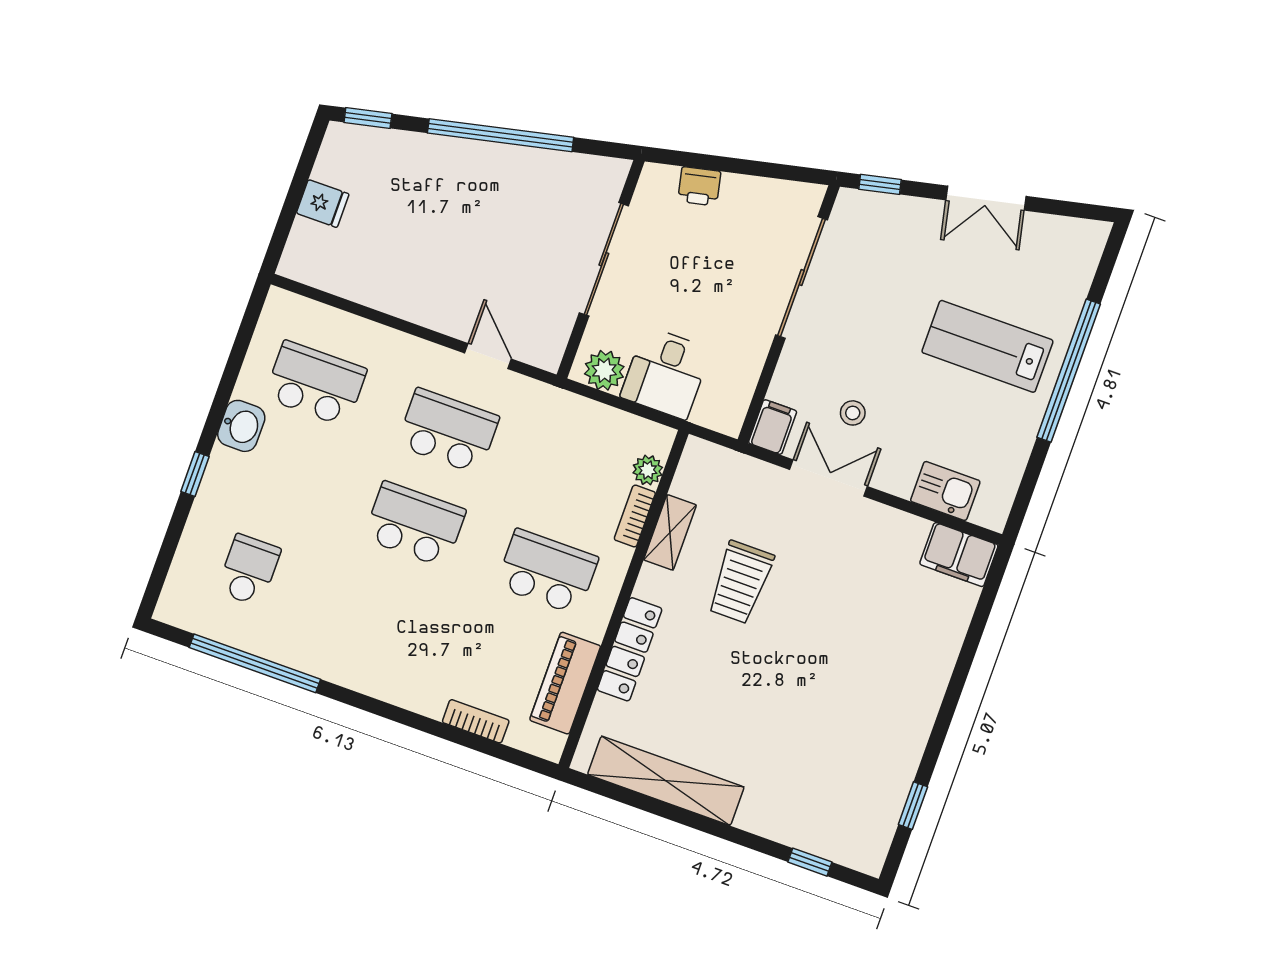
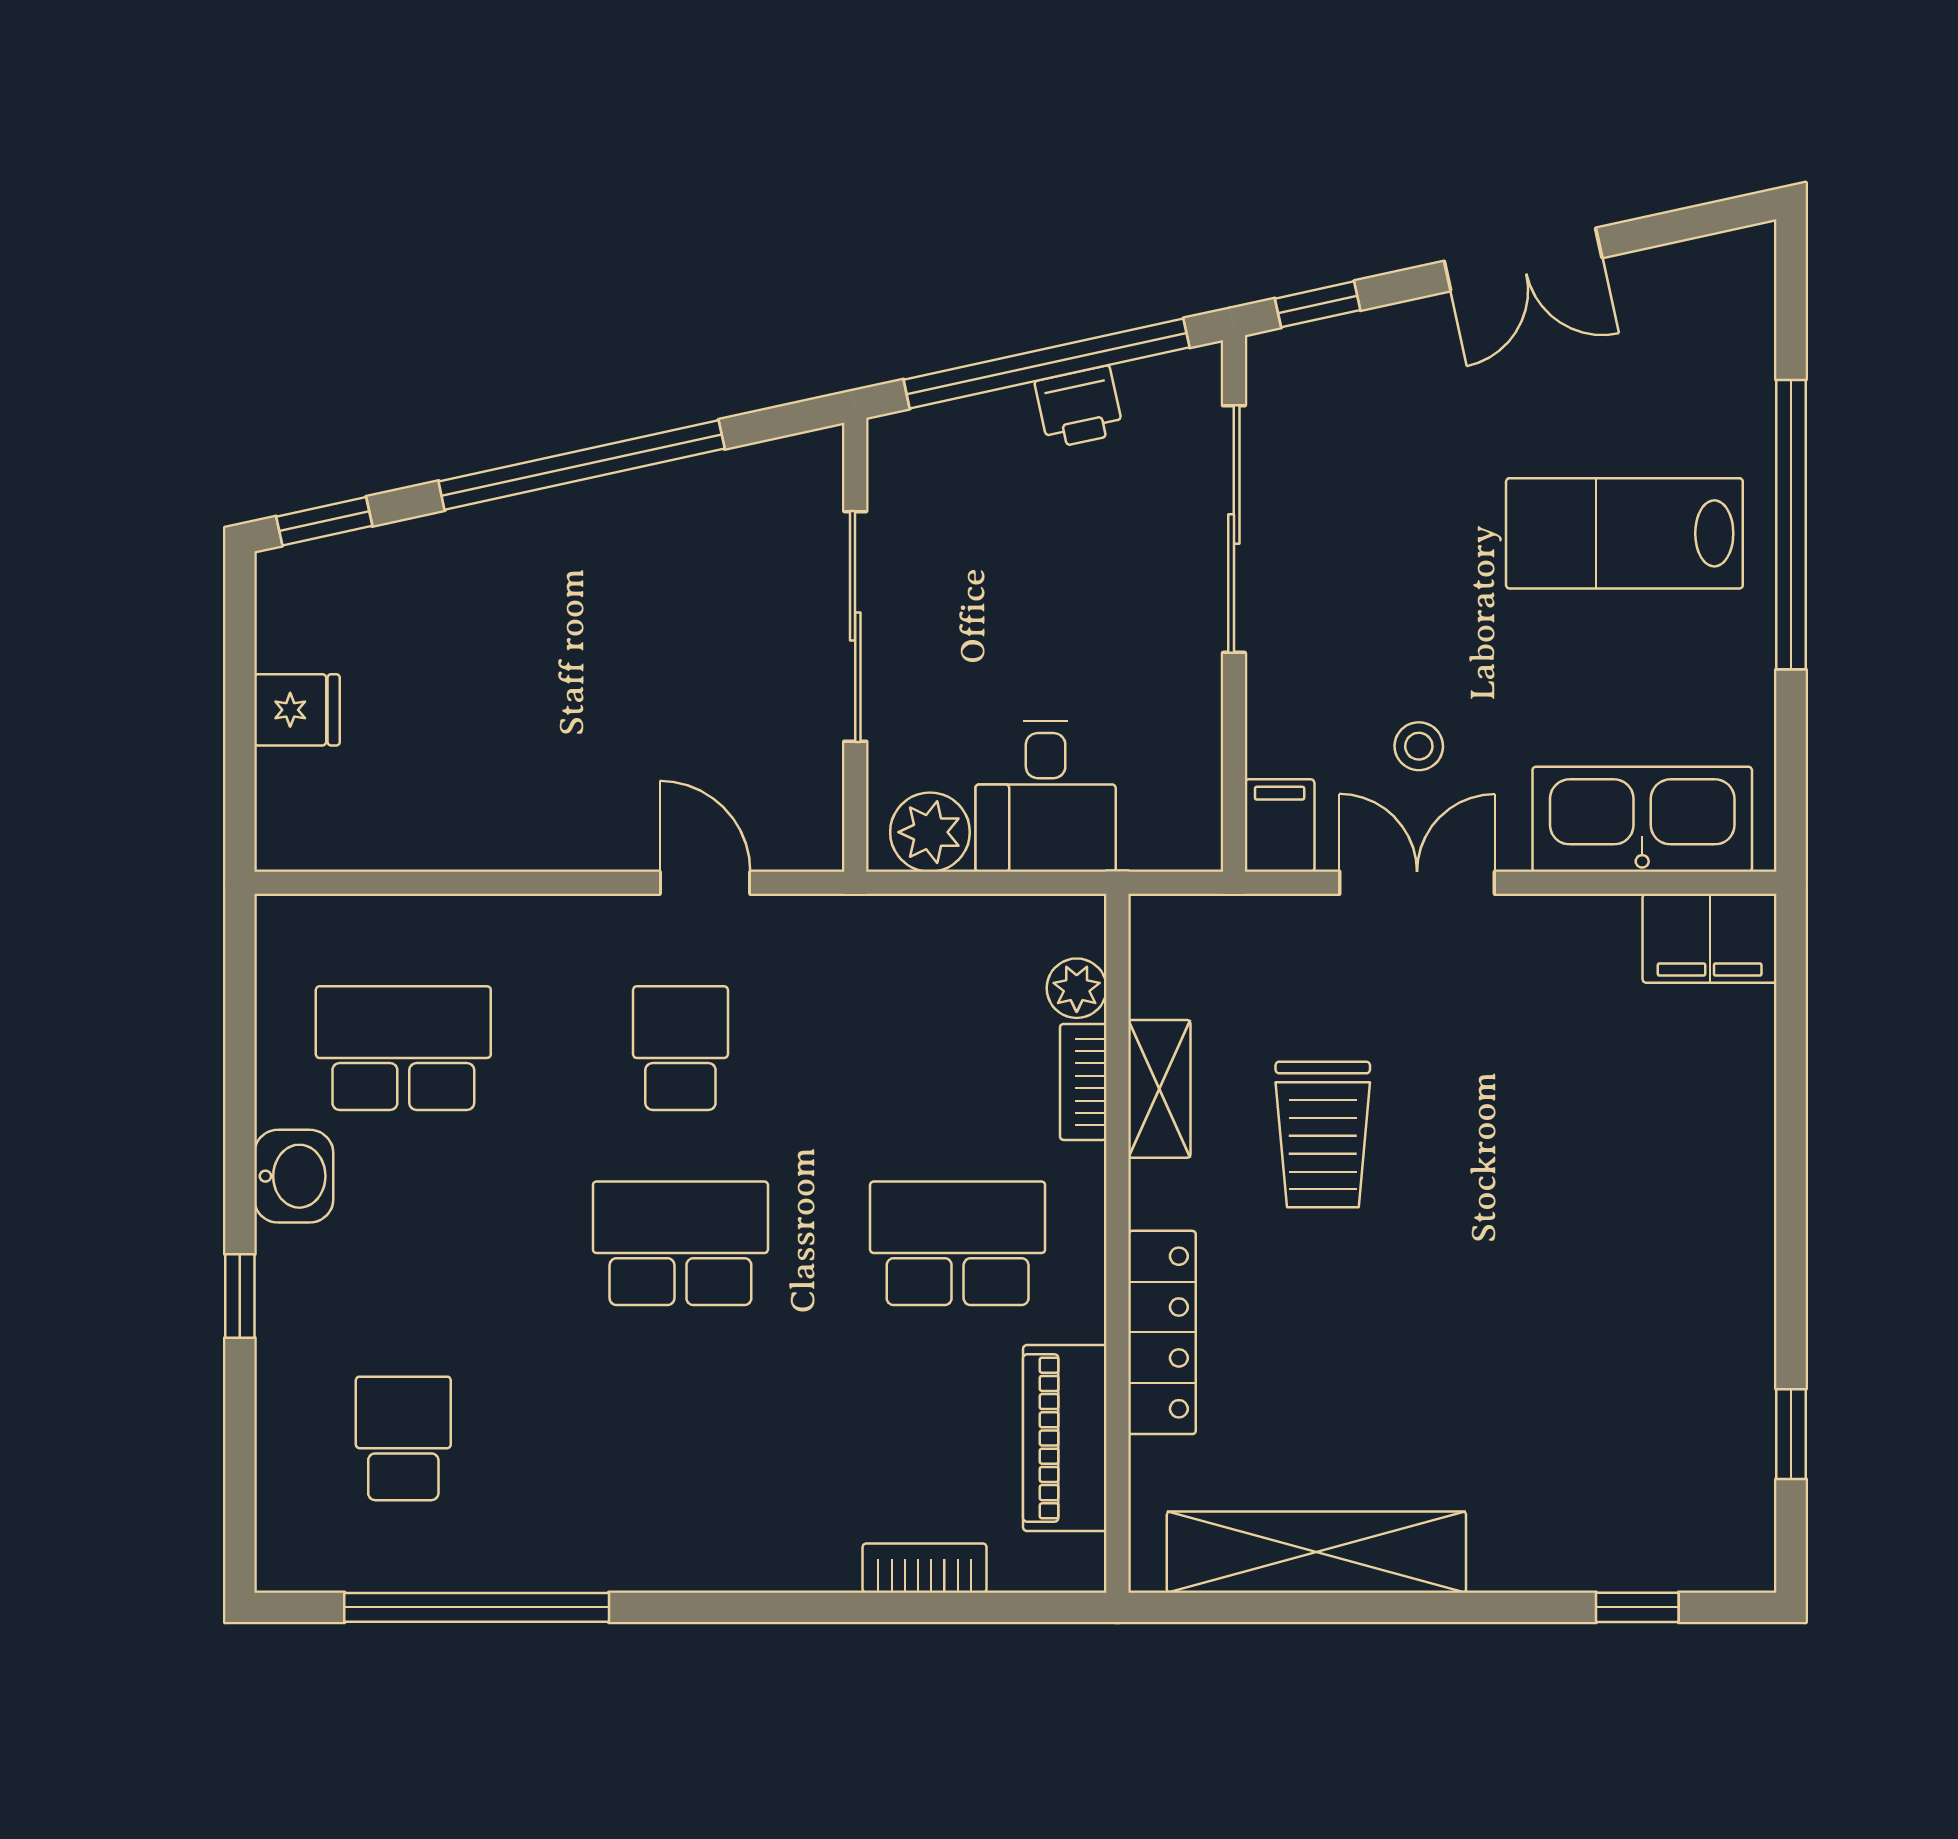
window: (740, 166) -> (1047, 364), added
printer: (699, 186) -> (1079, 407), moved
school desk: (448, 431) -> (680, 1048), width x0.54
kitchen sink: (945, 491) -> (1642, 819), width x1.88, depth x1.24

